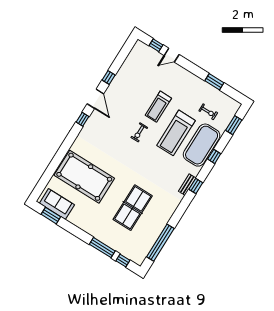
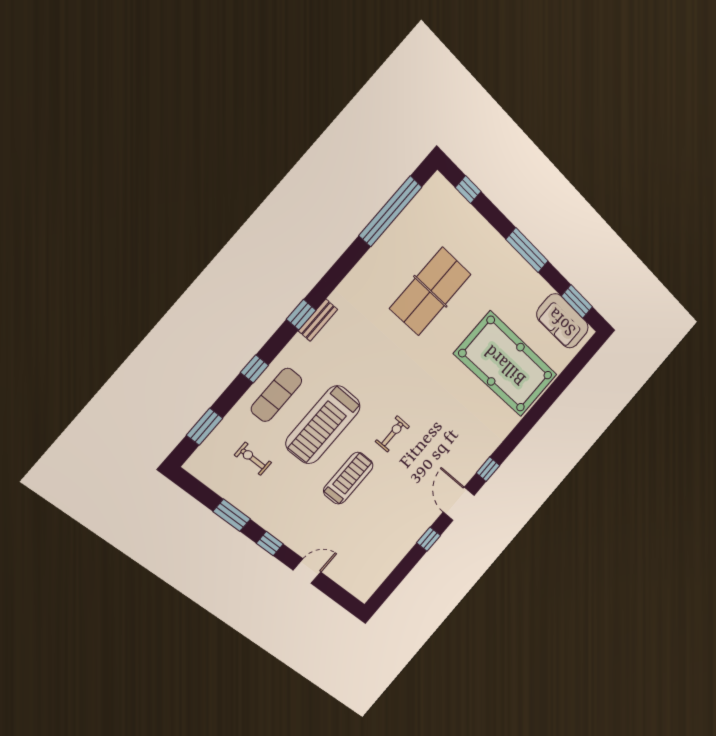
window: (156, 45) -> (270, 544), moved
treadmill: (176, 133) -> (323, 425), turned 180
exercise mat: (202, 145) -> (276, 395), width x0.50, depth x0.69
window: (102, 248) -> (527, 250), moved

